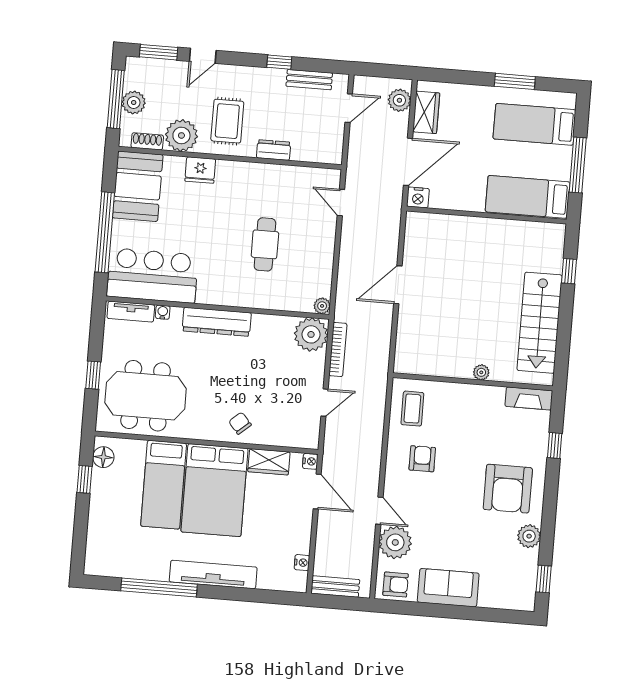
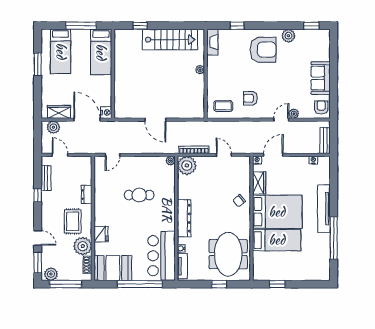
plant: (134, 102) -> (51, 274), moved
rug: (227, 121) -> (73, 221), turned 90
floor lamp: (103, 457) -> (264, 275), removed
plant: (395, 542) -> (294, 114), width x0.53, depth x0.53

